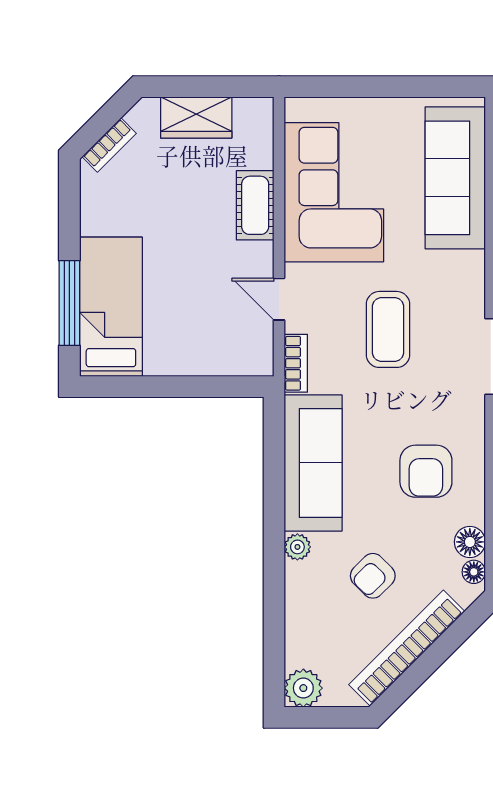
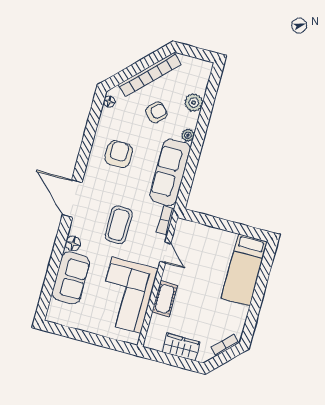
sofa: (455, 178) -> (71, 278), width x0.73
window: (69, 303) -> (263, 277), removed
floor lamp: (470, 542) -> (73, 243), moved
plant: (303, 688) -> (194, 103), moved

